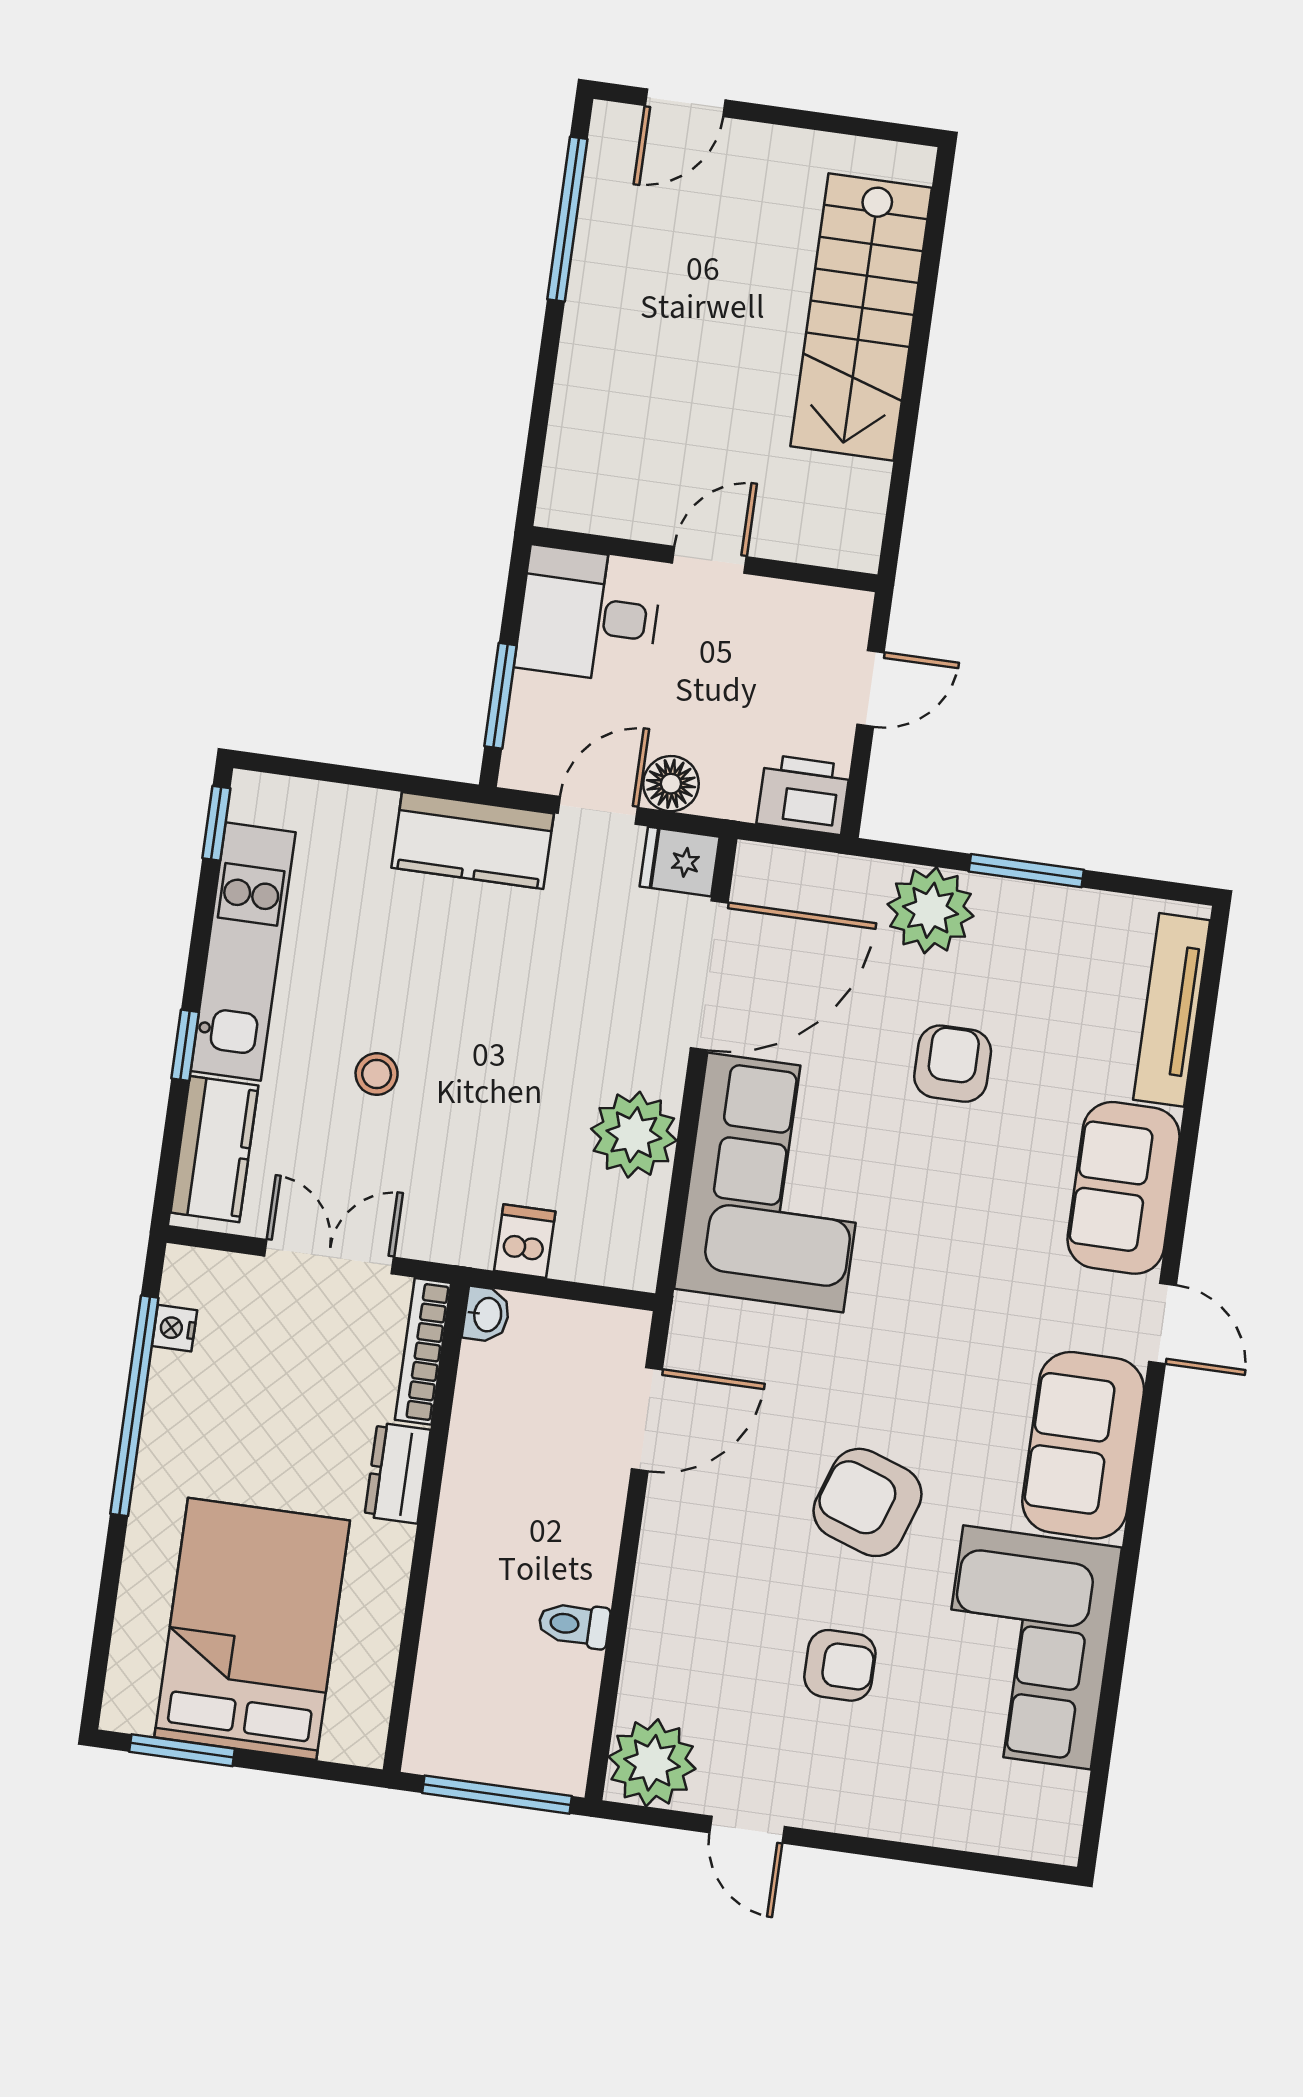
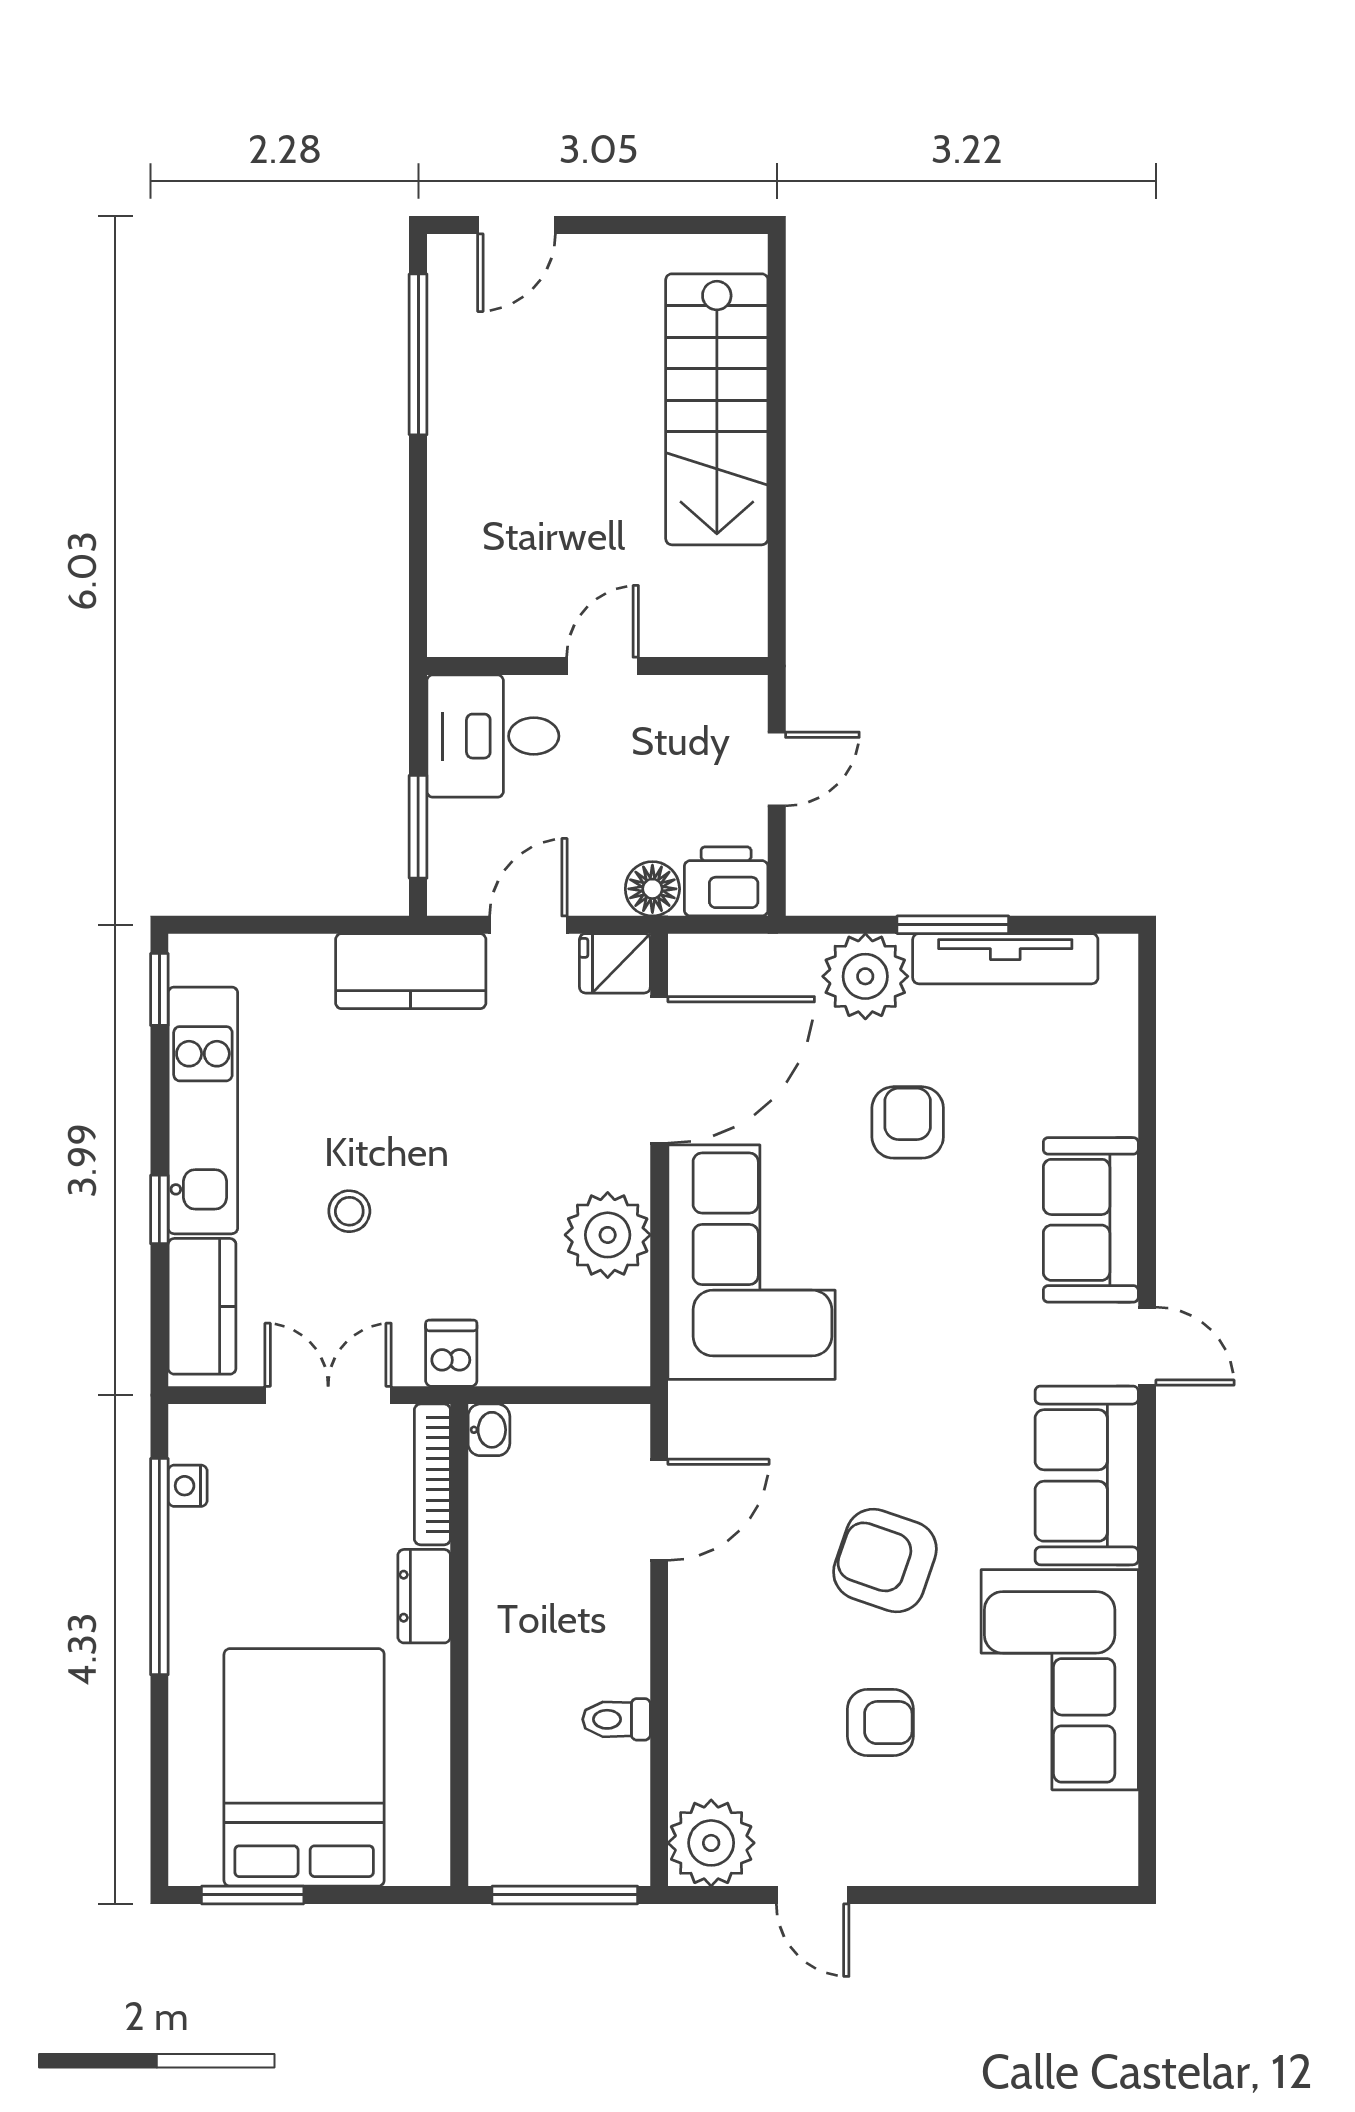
floor lamp: (671, 784) -> (652, 889), moved
tv unit: (1172, 1010) -> (1005, 959), moved, turned -90
dishwasher: (525, 1241) -> (451, 1353), moved

